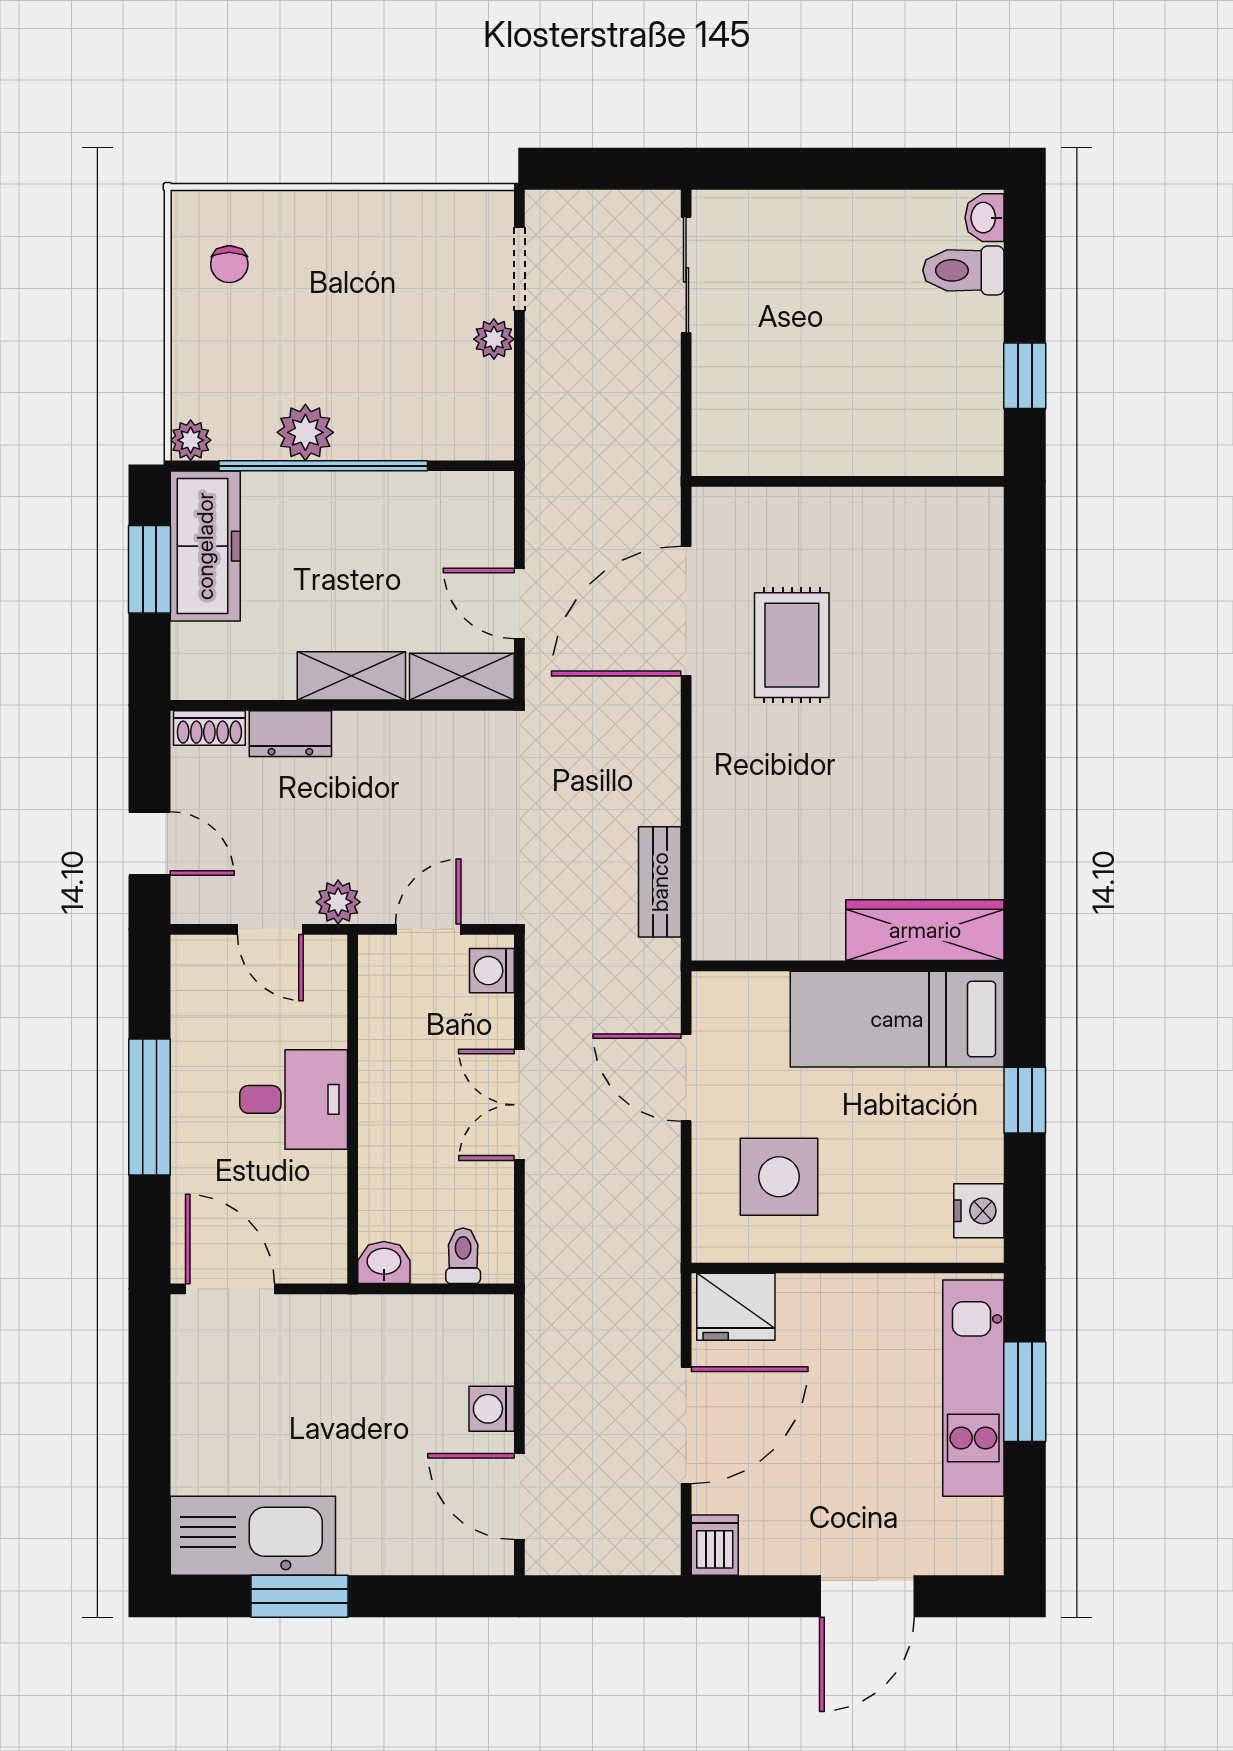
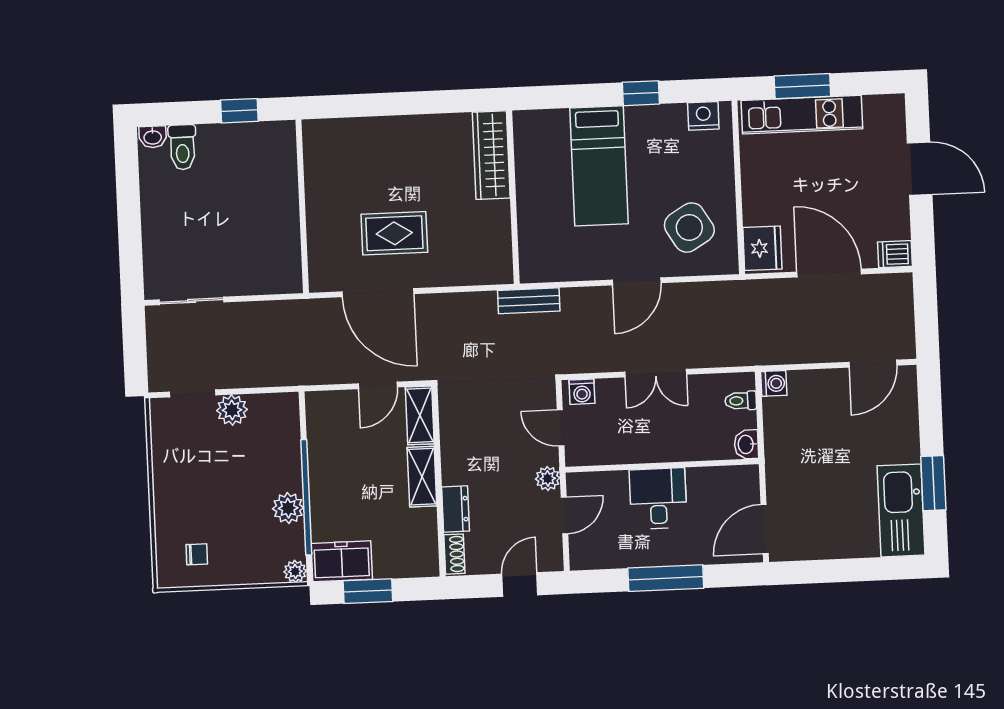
plant: (494, 339) -> (232, 410), width x1.38, depth x1.38
freezer: (205, 546) -> (342, 561), width x0.71
wardrobe: (925, 930) -> (491, 155), moved
wall: (848, 966) -> (513, 197), moved
side table: (779, 1177) -> (689, 228), turned -31
washing machine: (492, 1409) -> (774, 383), moved, turned -90

